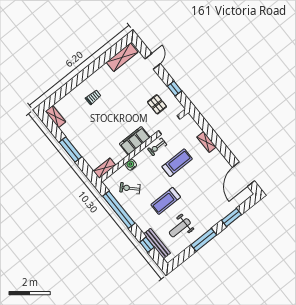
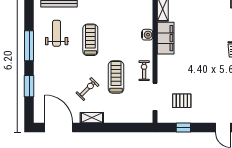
filing cabinet: (135, 141) -> (166, 38), moved
shelving: (206, 142) -> (92, 118), moved
treadmill: (177, 163) -> (116, 77), turned 180
exercise bike: (130, 188) -> (87, 89), moved

